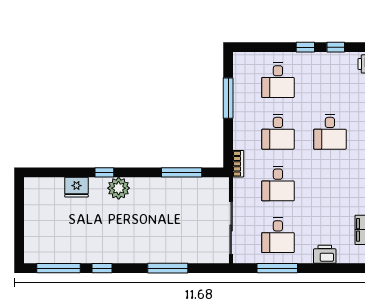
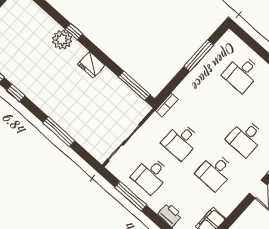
desk: (278, 132) -> (215, 172), moved
window: (182, 172) -> (134, 86), moved
fridge: (76, 187) -> (91, 65), moved
plant: (119, 188) -> (62, 40), moved

